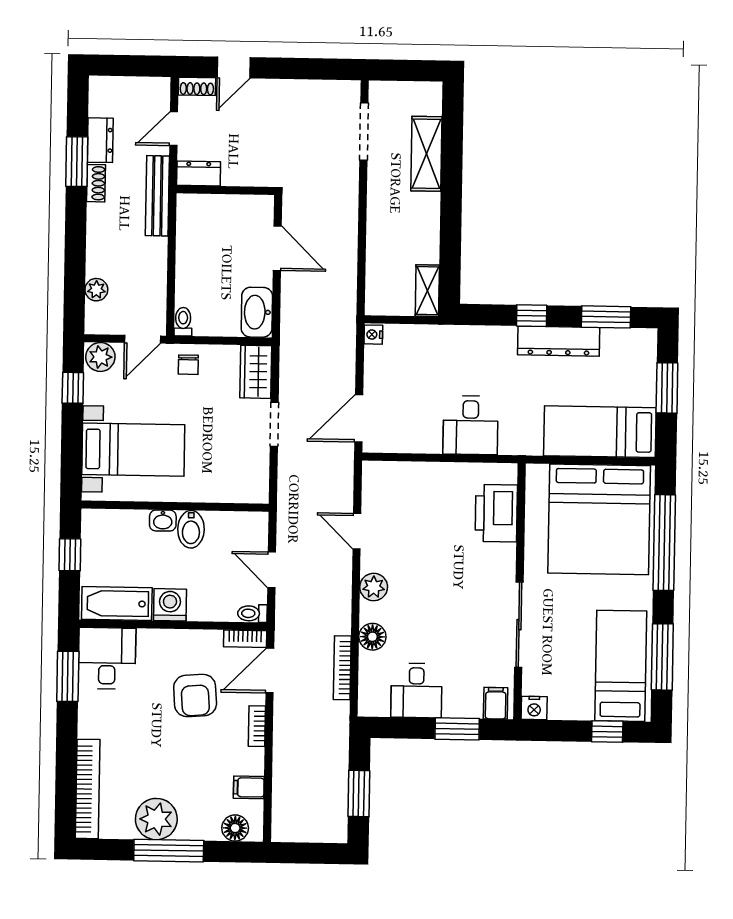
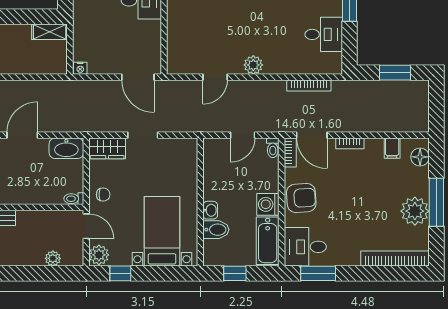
bidet: (191, 529) -> (216, 230), moved
floor lamp: (372, 637) -> (287, 65), removed
armchair: (195, 695) -> (301, 198), moved

